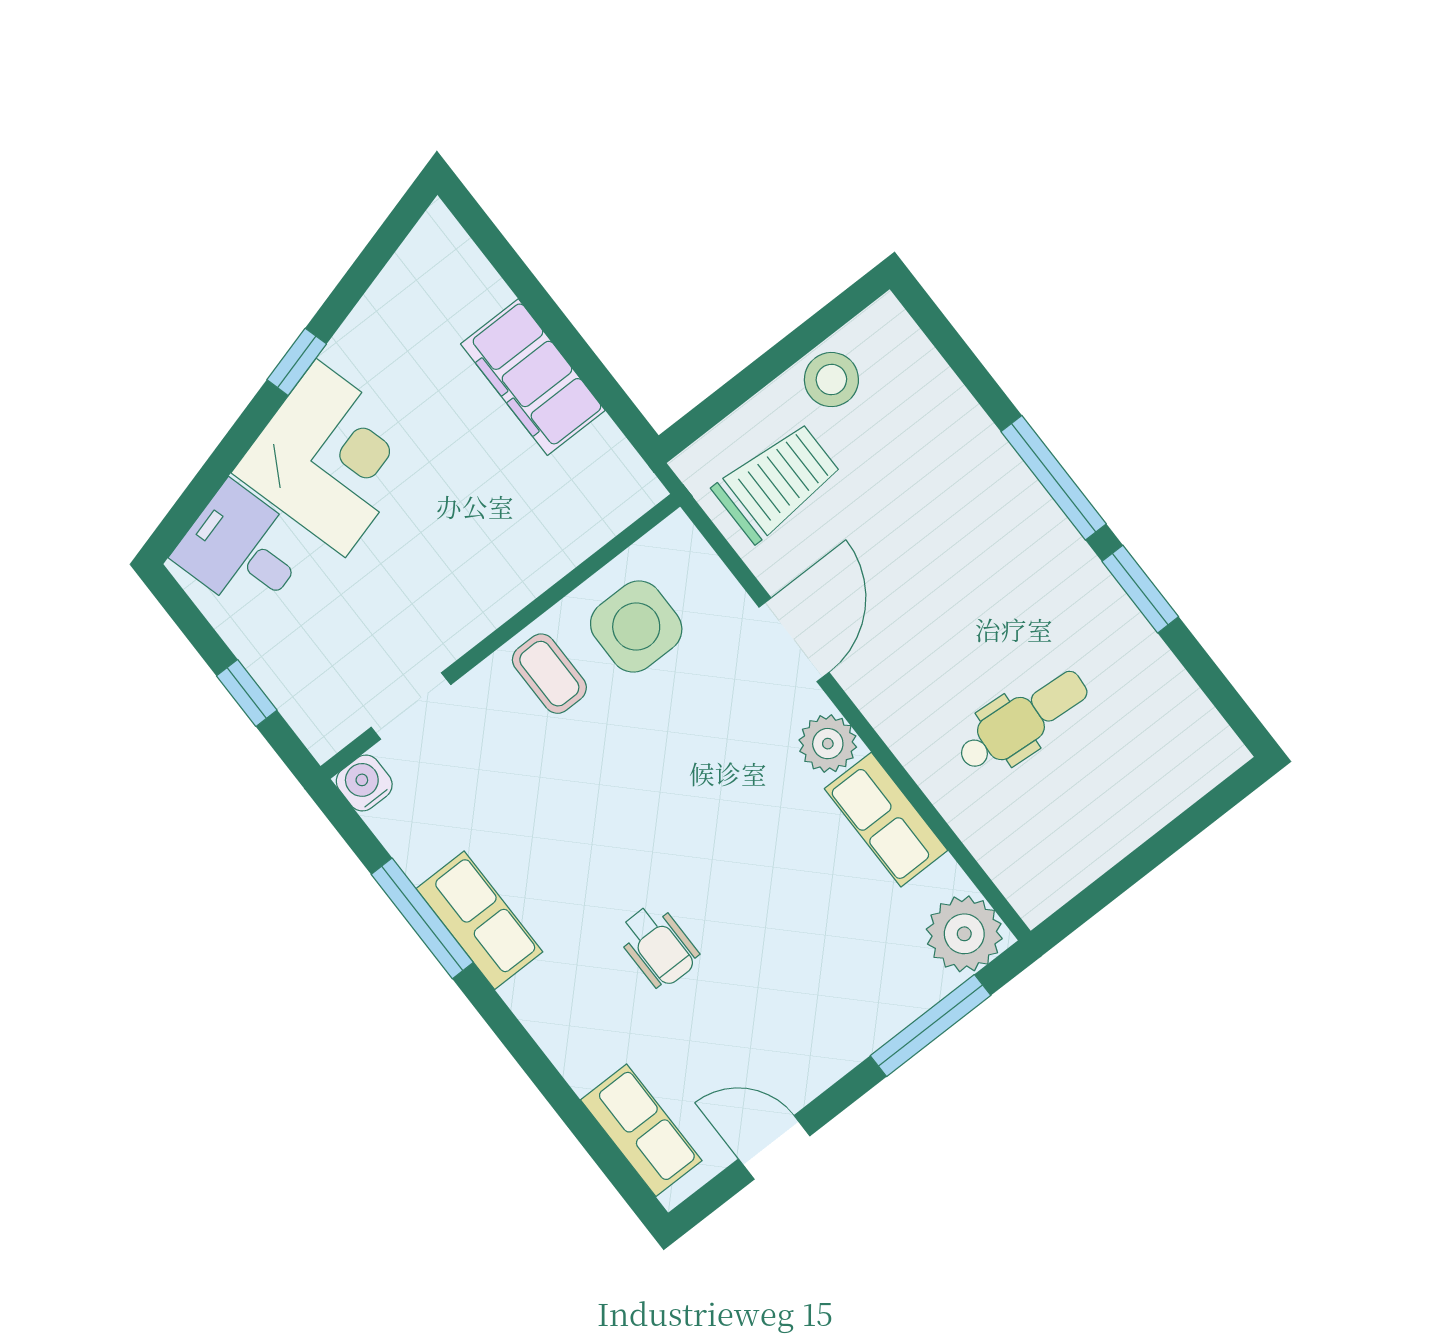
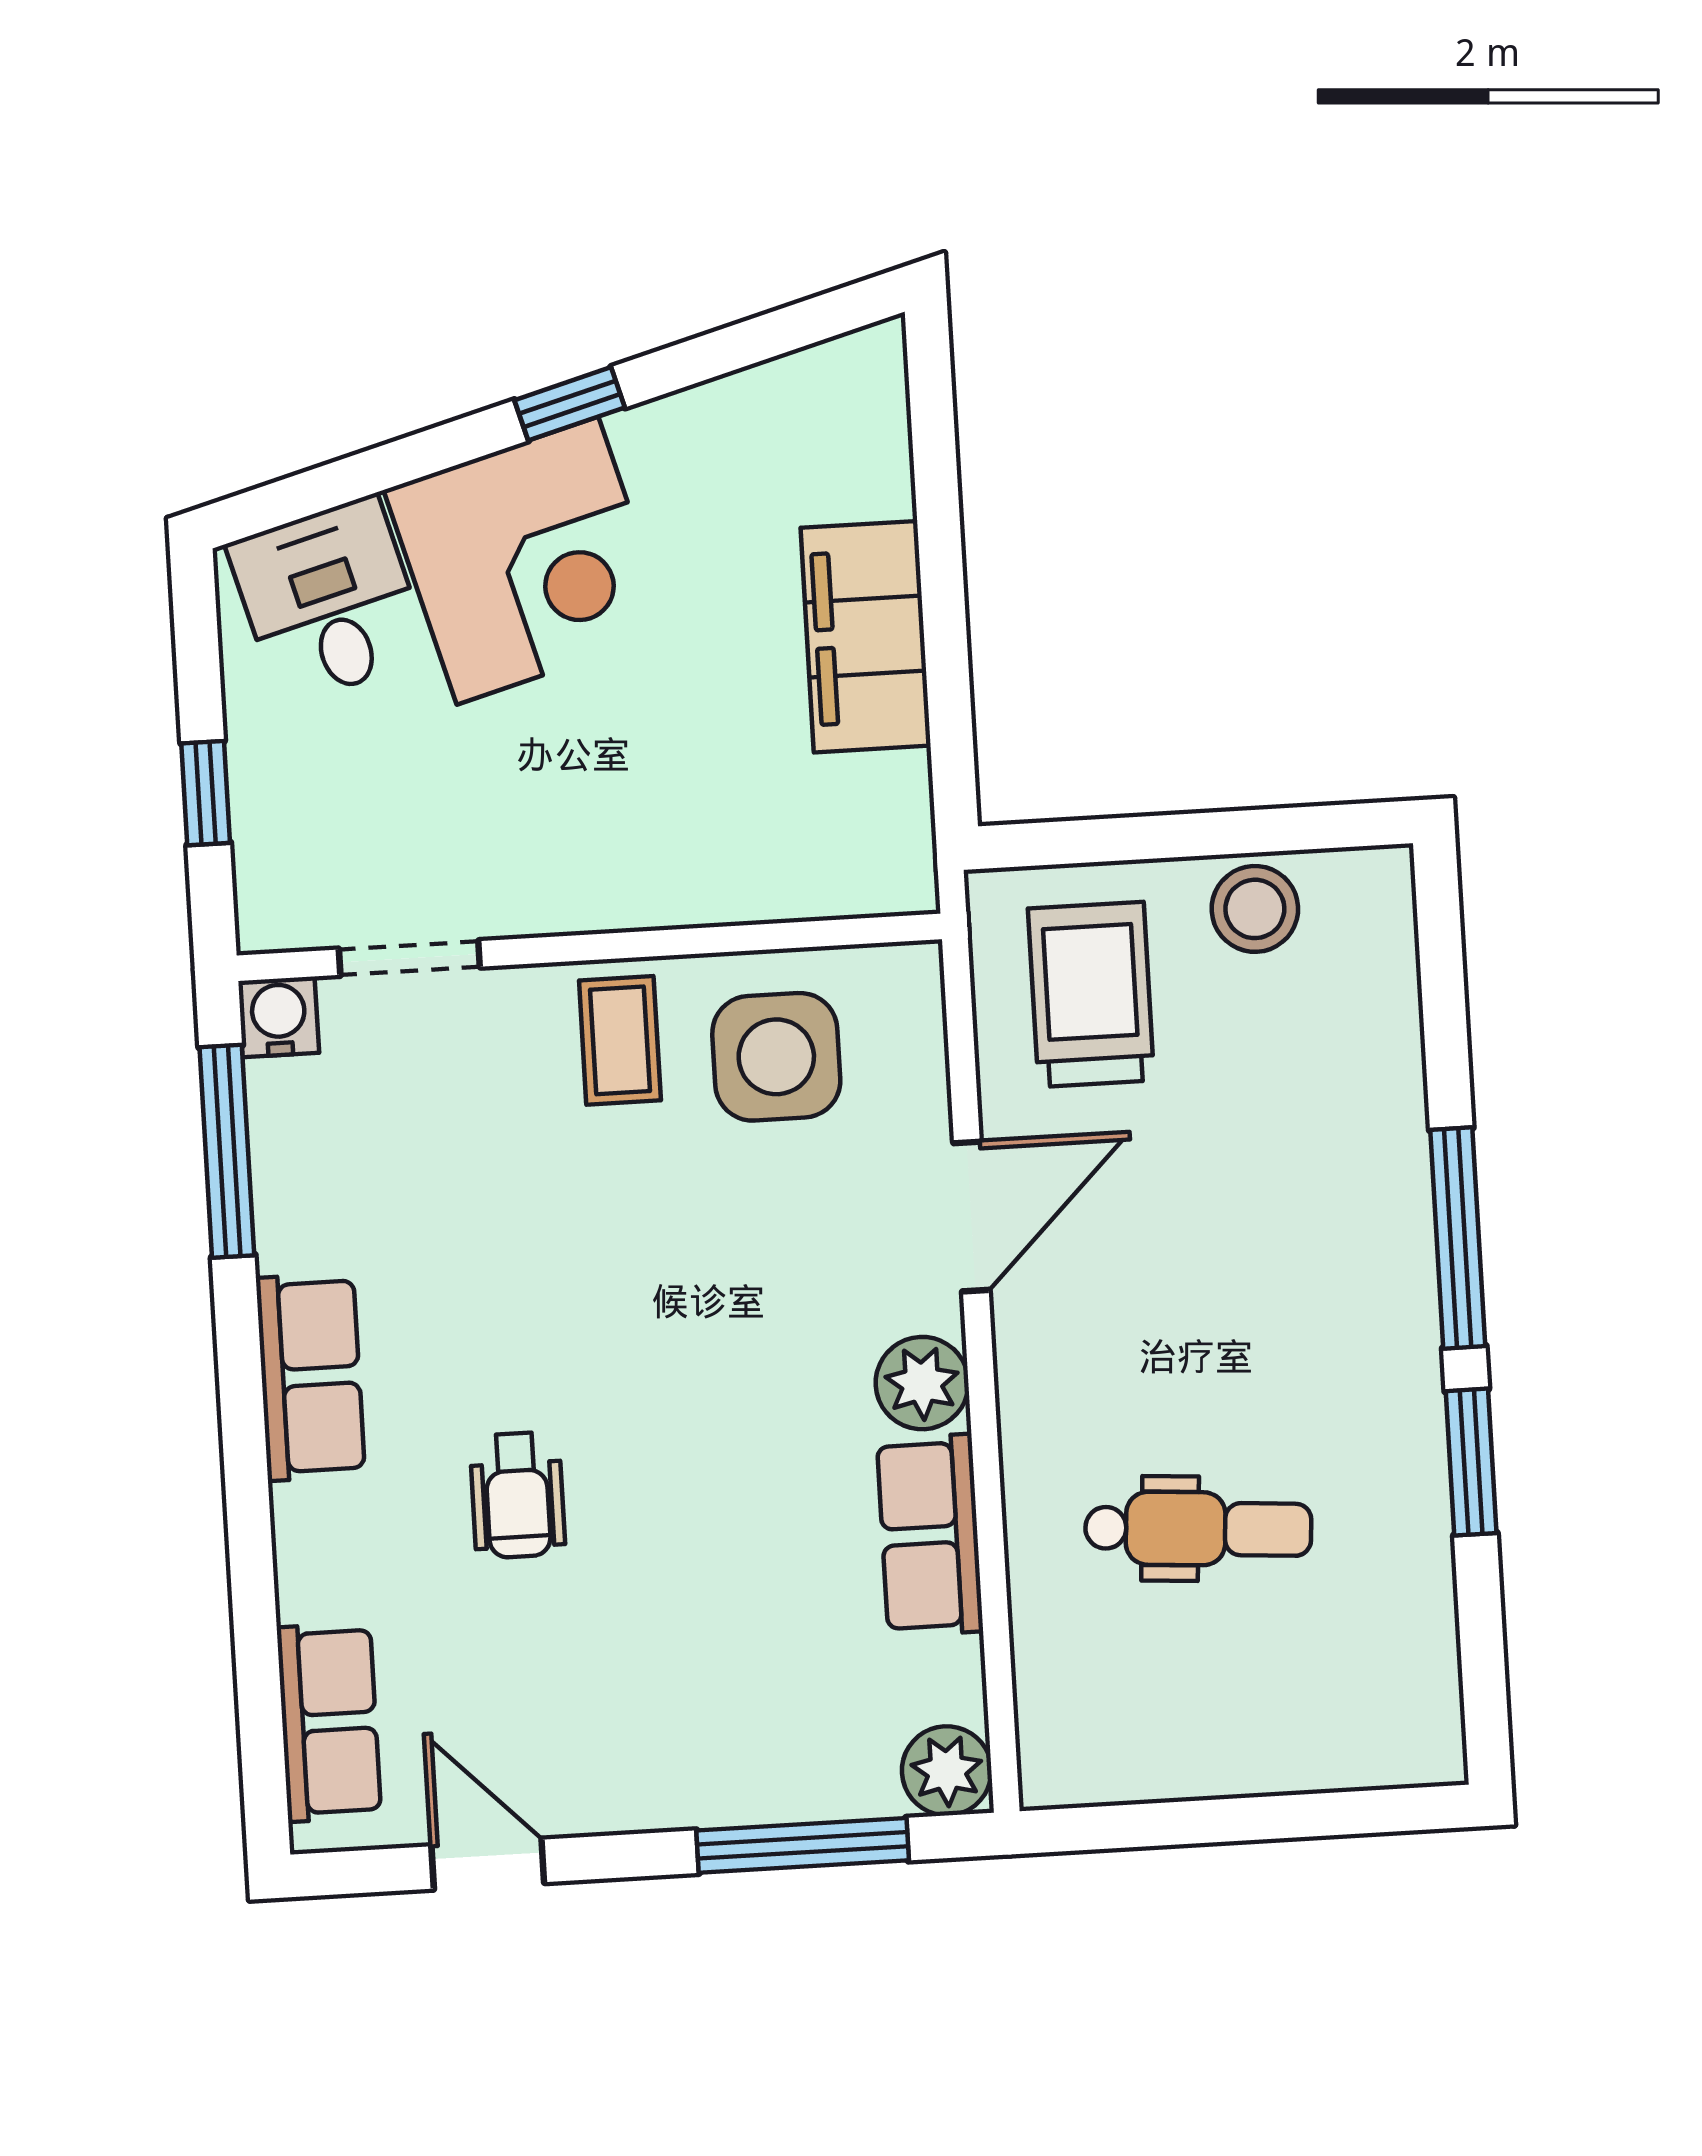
trolley: (777, 482) -> (1091, 994), turned -90
window: (422, 918) -> (227, 1151), moved
row of seats: (479, 920) -> (310, 1377), moved
plant: (964, 934) -> (947, 1771), width x0.73, depth x0.73

